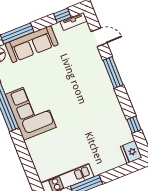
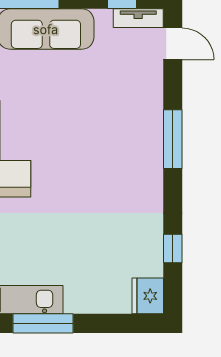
door: (99, 37) -> (173, 44), moved

